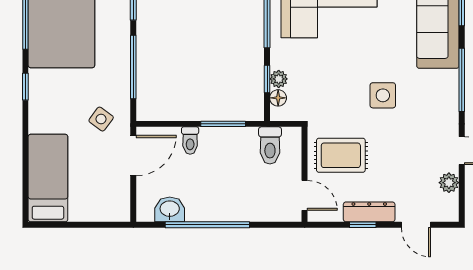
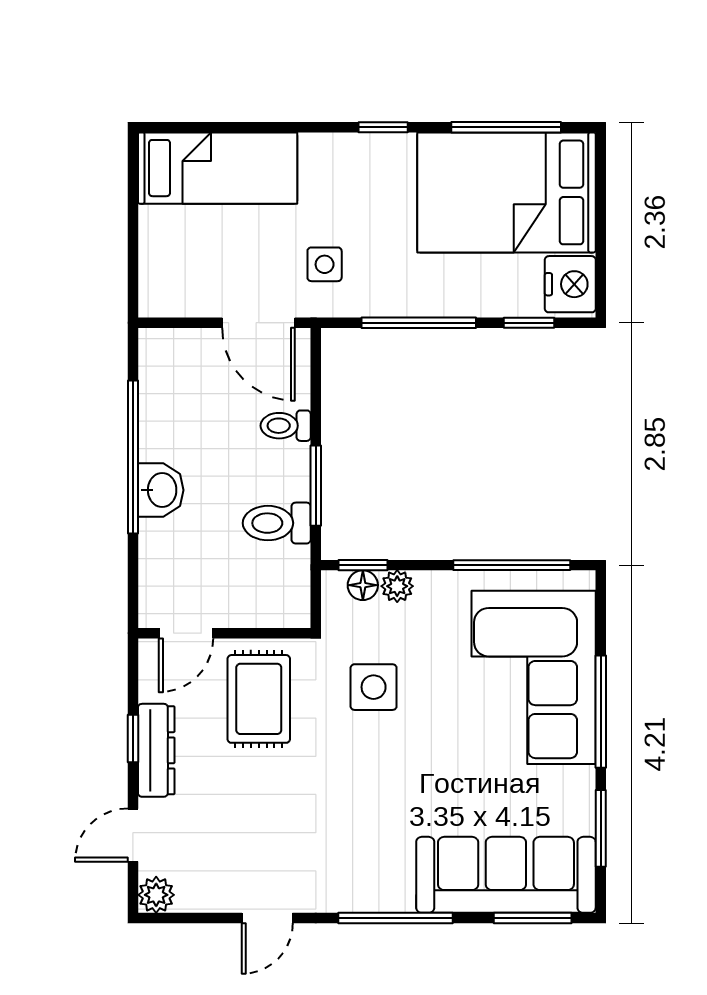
window: (267, 79) -> (363, 565), moved
side table: (383, 95) -> (374, 687), moved
side table: (101, 119) -> (325, 264), turned -36
toilet: (270, 145) -> (277, 523), moved
plant: (449, 183) -> (156, 895), moved
washbasin: (170, 209) -> (161, 490), moved

